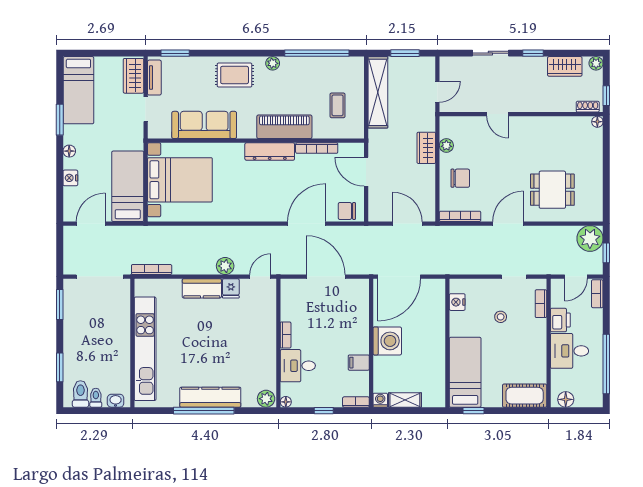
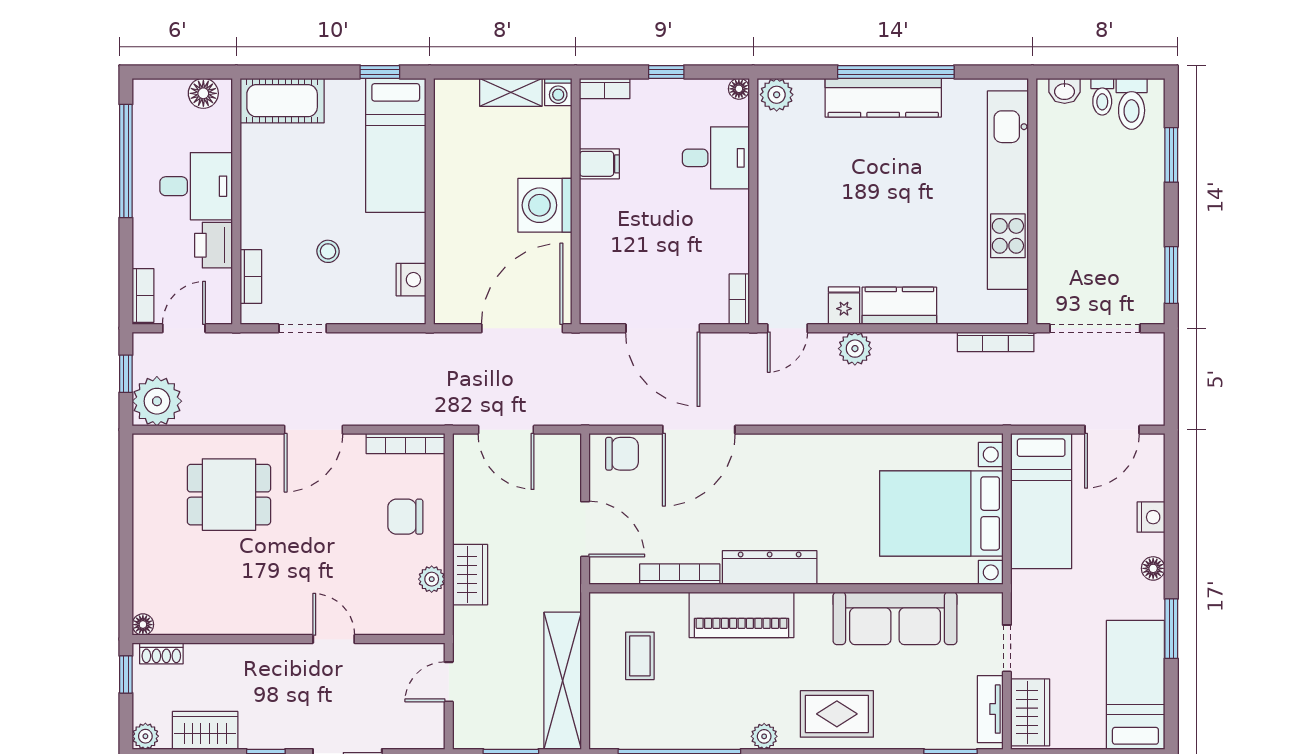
bookcase: (286, 335) -> (739, 299), moved

